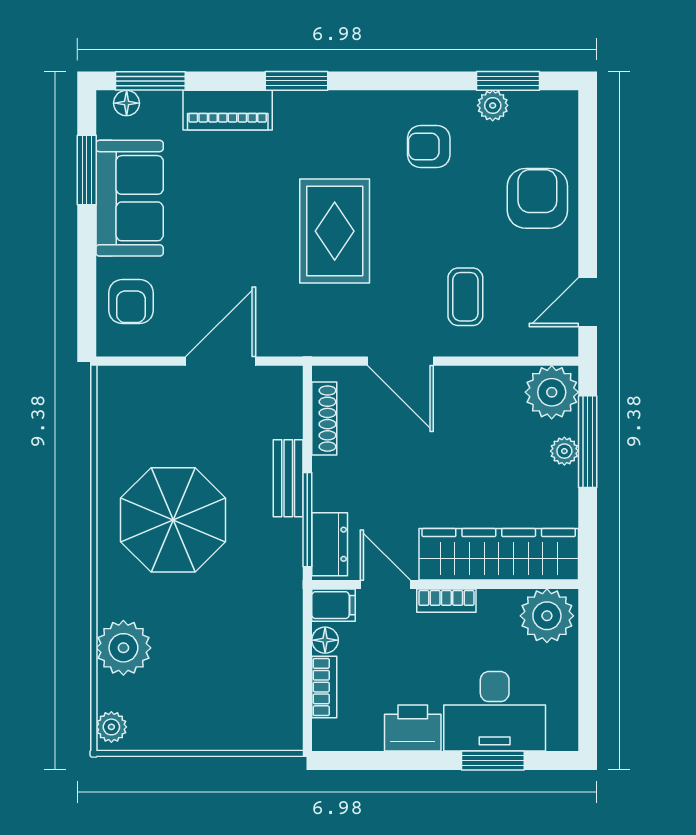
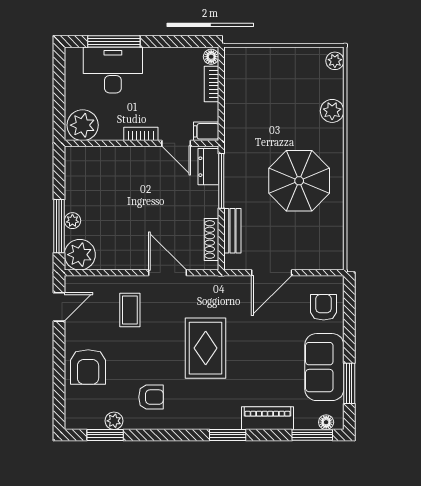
bench: (288, 478) -> (232, 231), moved
wardrobe: (499, 554) -> (111, 161), removed
floor lamp: (325, 640) -> (211, 57), moved
plant: (123, 648) -> (332, 111), width x0.73, depth x0.73
printer: (413, 728) -> (160, 60), removed
window: (493, 761) -> (114, 41), width x1.44

